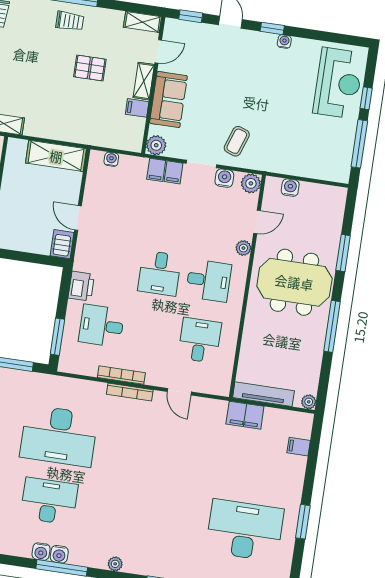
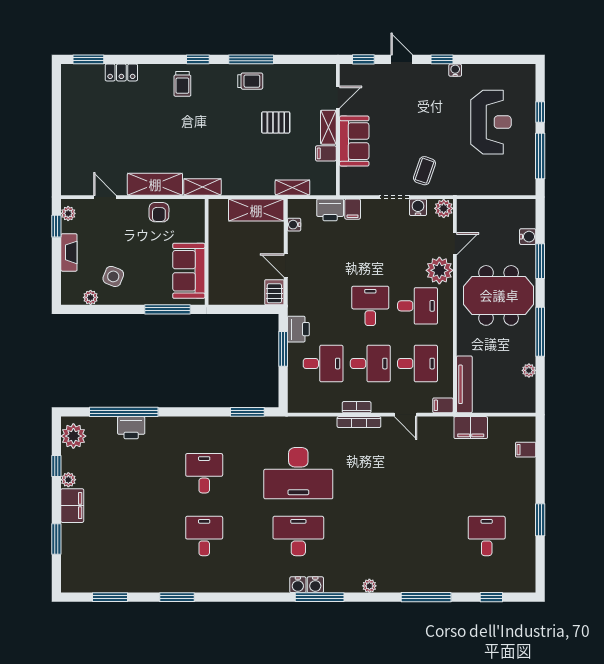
shelving: (143, 22) -> (292, 188), moved
reception desk: (338, 83) -> (491, 122), moved
plant: (156, 145) -> (349, 186), removed
water cooler: (111, 159) -> (294, 225), moved, turned -90
printer: (133, 167) -> (330, 210), added
filing cabinet: (174, 172) -> (443, 405), moved, turned 90
water cooler: (290, 188) -> (528, 237), moved, turned 90
plant: (243, 248) -> (439, 270), width x1.87, depth x1.87
desk: (160, 273) -> (370, 306), turned 180
desk: (102, 326) -> (323, 364), turned 180
desk: (151, 333) -> (370, 364), added
window: (57, 337) -> (283, 349), moved
desk: (200, 340) -> (417, 364), turned 90
bookcase: (121, 375) -> (357, 407), width x0.64
tv unit: (263, 394) -> (464, 384), moved, turned 90
plant: (309, 402) -> (529, 370), moved
desk: (245, 530) -> (487, 536), width x0.53, depth x0.77

